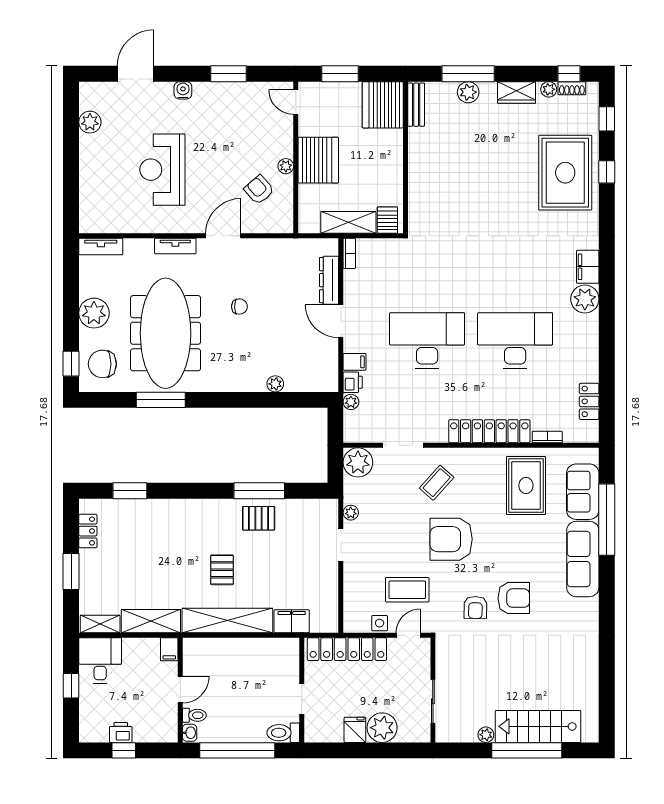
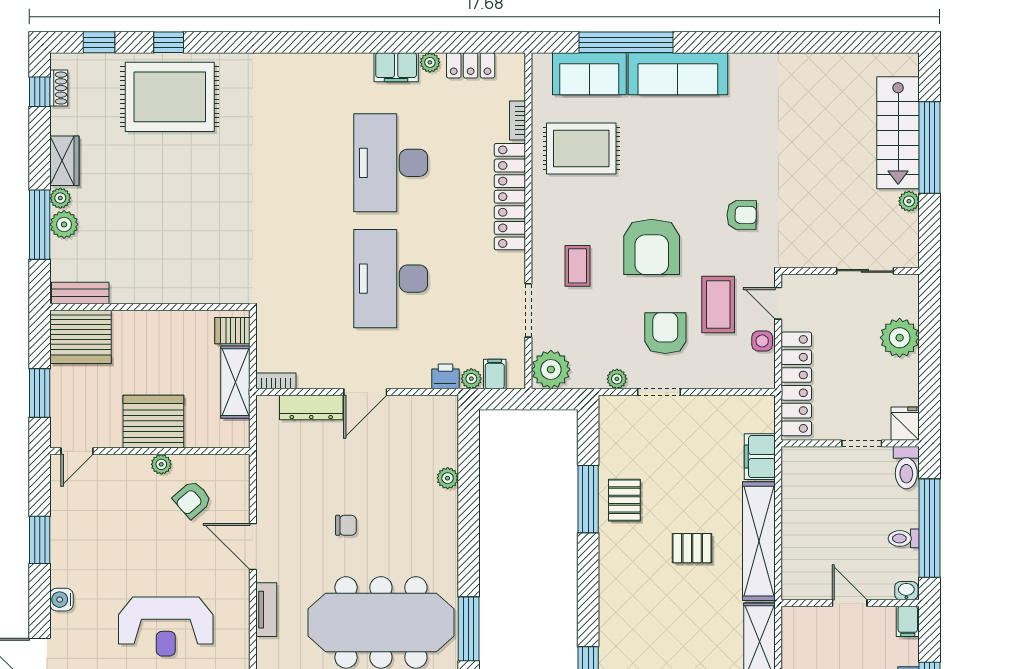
plant: (549, 89) -> (60, 198), moved
filing cabinet: (588, 267) -> (396, 67), moved
plant: (585, 299) -> (430, 62), moved, width x0.53, depth x0.53
chair: (239, 307) -> (346, 525), turned 90
filing cabinet: (355, 362) -> (495, 374), moved
coffee table: (437, 483) -> (578, 266), turned 48
armchair: (514, 598) -> (665, 333), moved
filing cabinet: (169, 649) -> (908, 621), moved, turned 90
toilet: (194, 715) -> (904, 538), moved, turned -90
fridge: (355, 730) -> (905, 424), moved, turned 90

